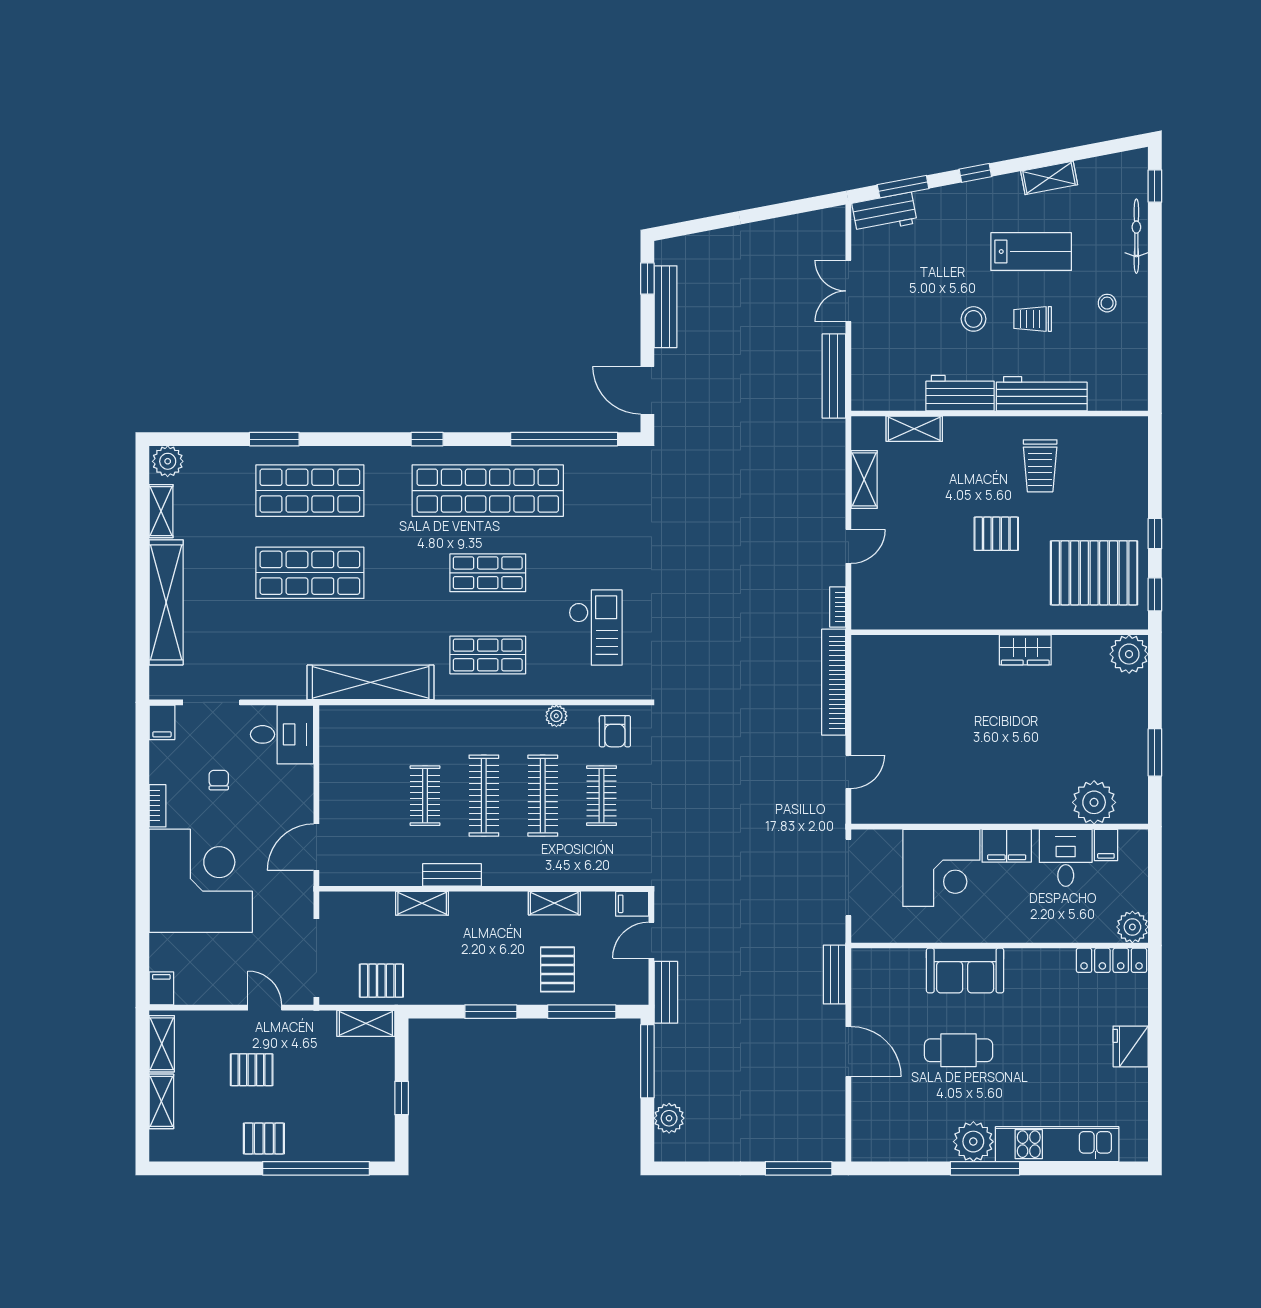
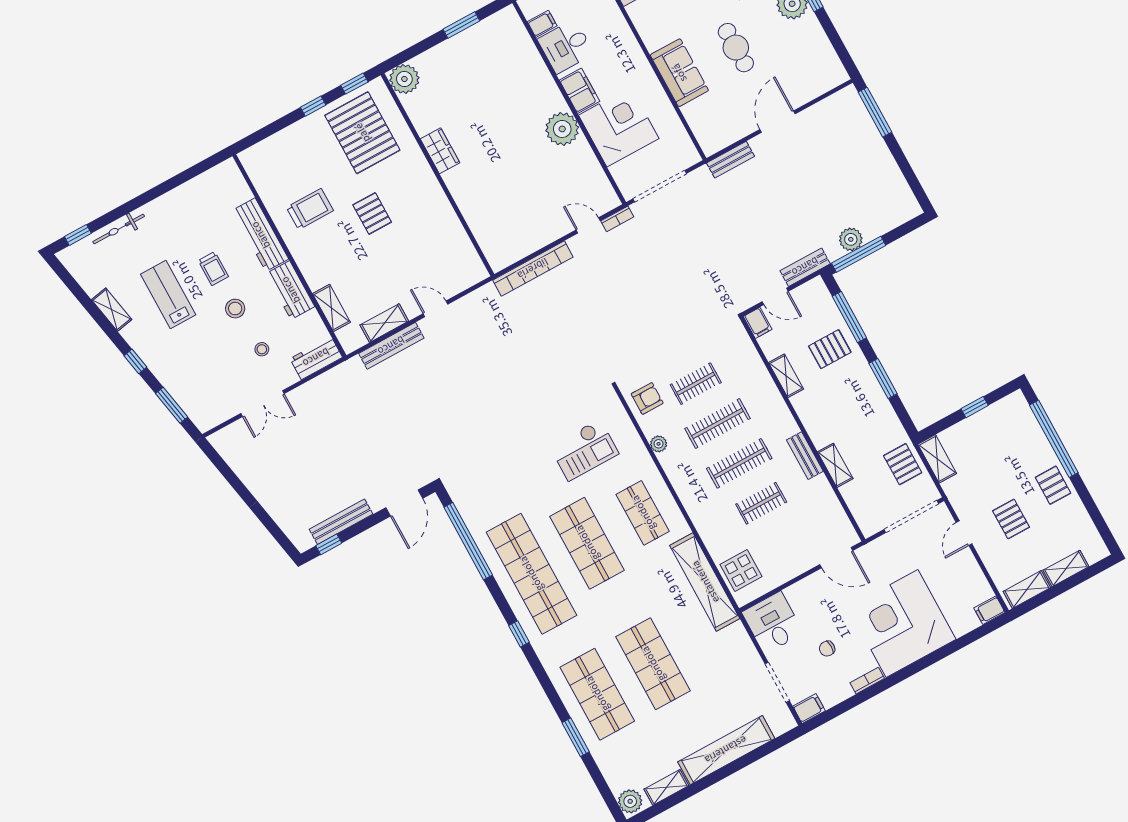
workbench: (884, 213) -> (316, 358), moved, turned -79
stool: (1107, 303) -> (262, 349), moved
bench: (834, 376) -> (391, 346), moved
shop shelf: (488, 573) -> (587, 543), width x1.43, depth x1.36
bookcase: (838, 607) -> (617, 219), moved
checkout: (596, 628) -> (584, 450), turned 180
display table: (361, 731) -> (741, 571), added
plant: (1094, 802) -> (562, 129), moved
plant: (669, 1118) -> (851, 239), moved

